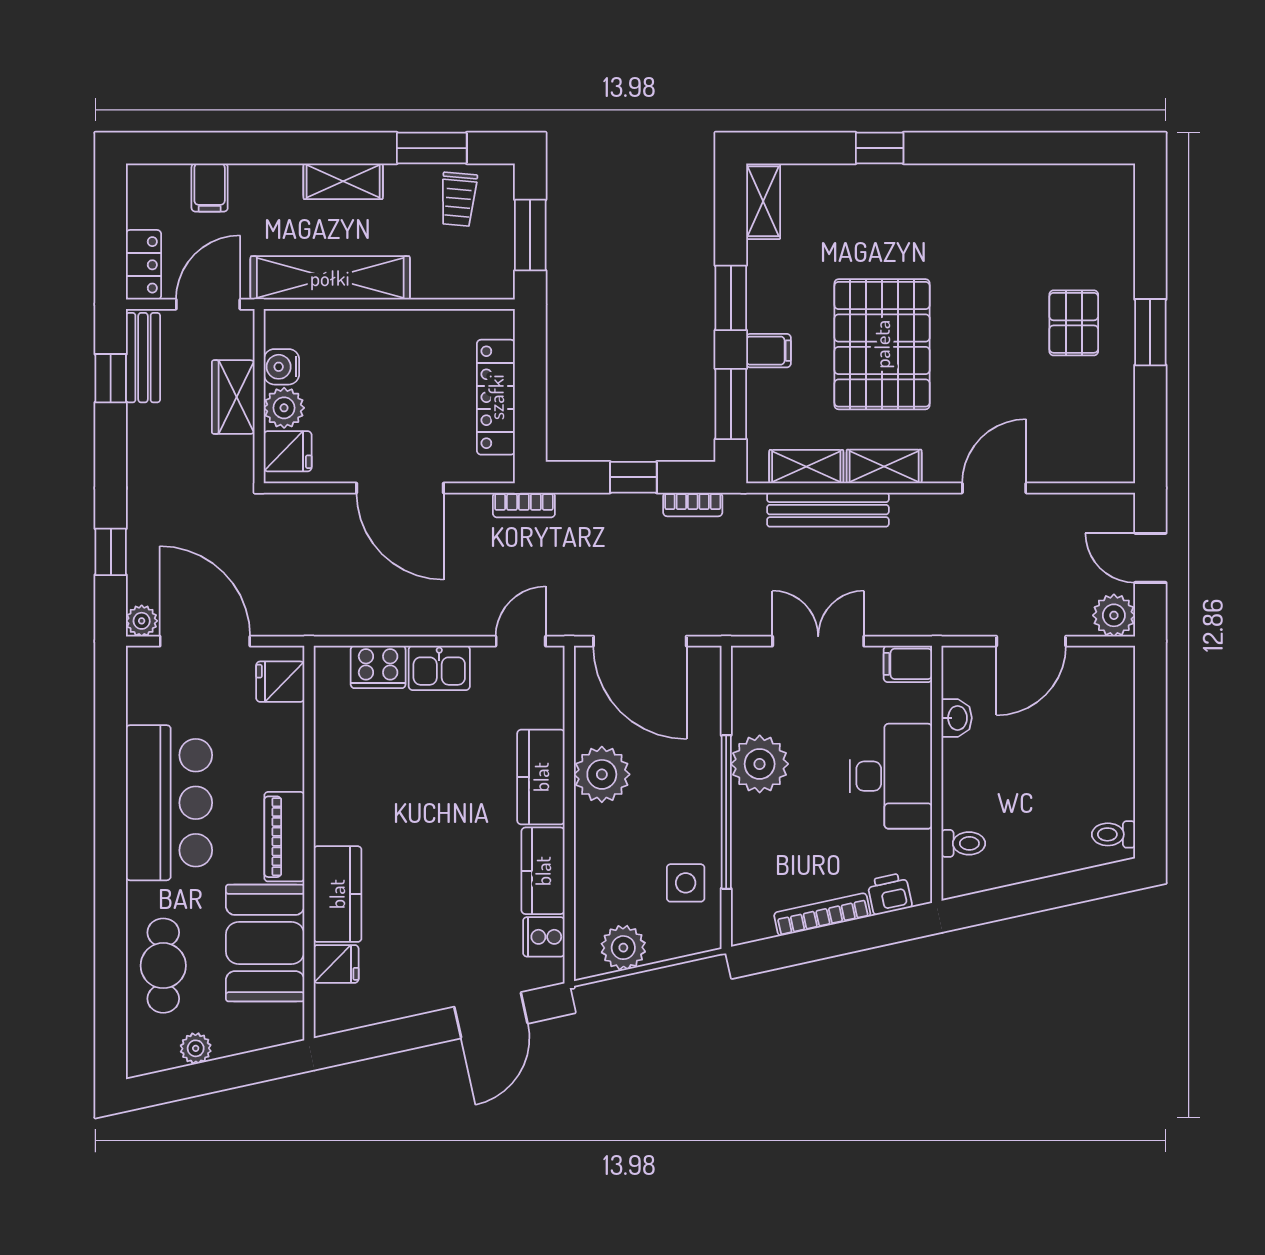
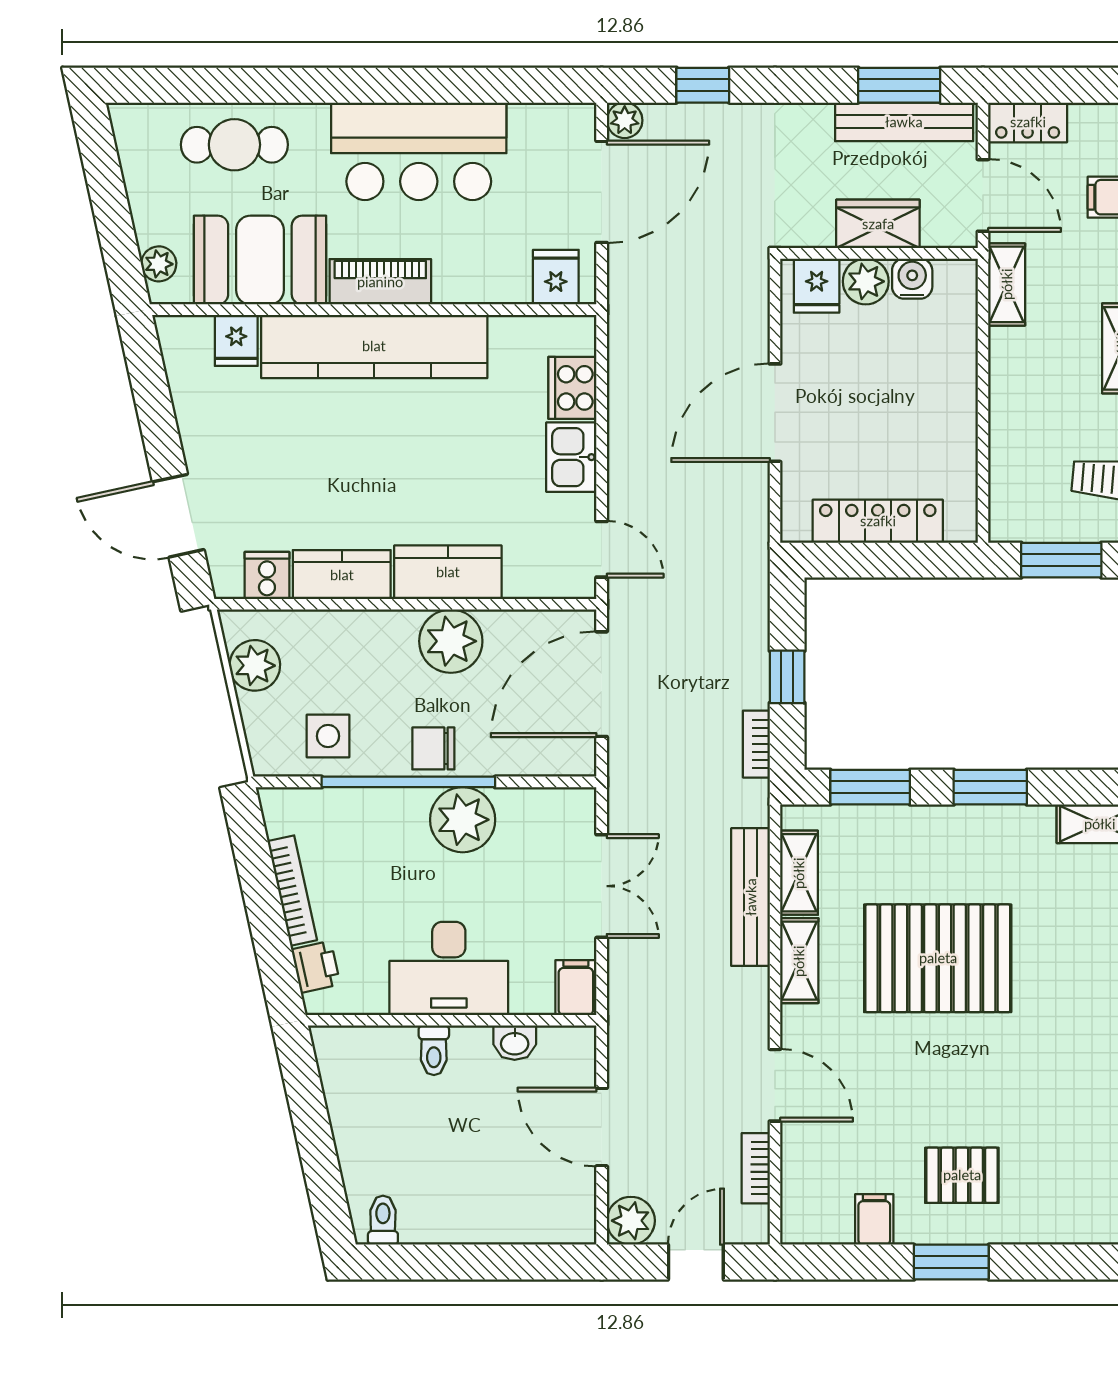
shelving: (330, 278) -> (1007, 284), width x0.45, depth x0.75
filing cabinet: (768, 351) -> (874, 1219), moved, turned 180
bench: (143, 358) -> (904, 122), width x1.36
window: (111, 378) -> (899, 85), width x1.50
bookcase: (524, 505) -> (756, 1168), moved
chair: (697, 790) -> (433, 748), added
toilet: (963, 843) -> (434, 1050), moved
kitchen counter: (337, 894) -> (374, 346), width x2.08, depth x1.17
plant: (196, 1048) -> (159, 264), moved

